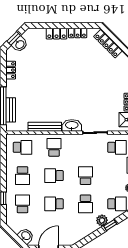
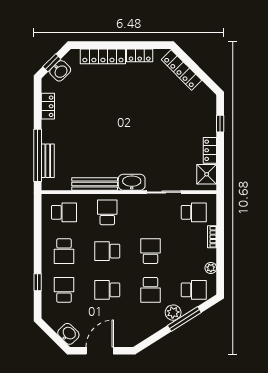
locker: (57, 34) -> (103, 56), width x1.53
window: (110, 225) -> (184, 319), width x2.17

